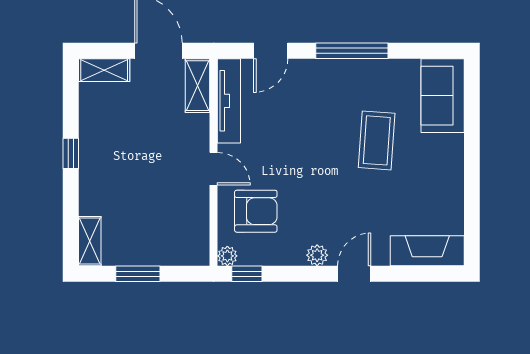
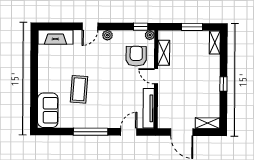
shelving: (198, 86) -> (164, 53), moved
armchair: (256, 211) -> (136, 56), turned 90

